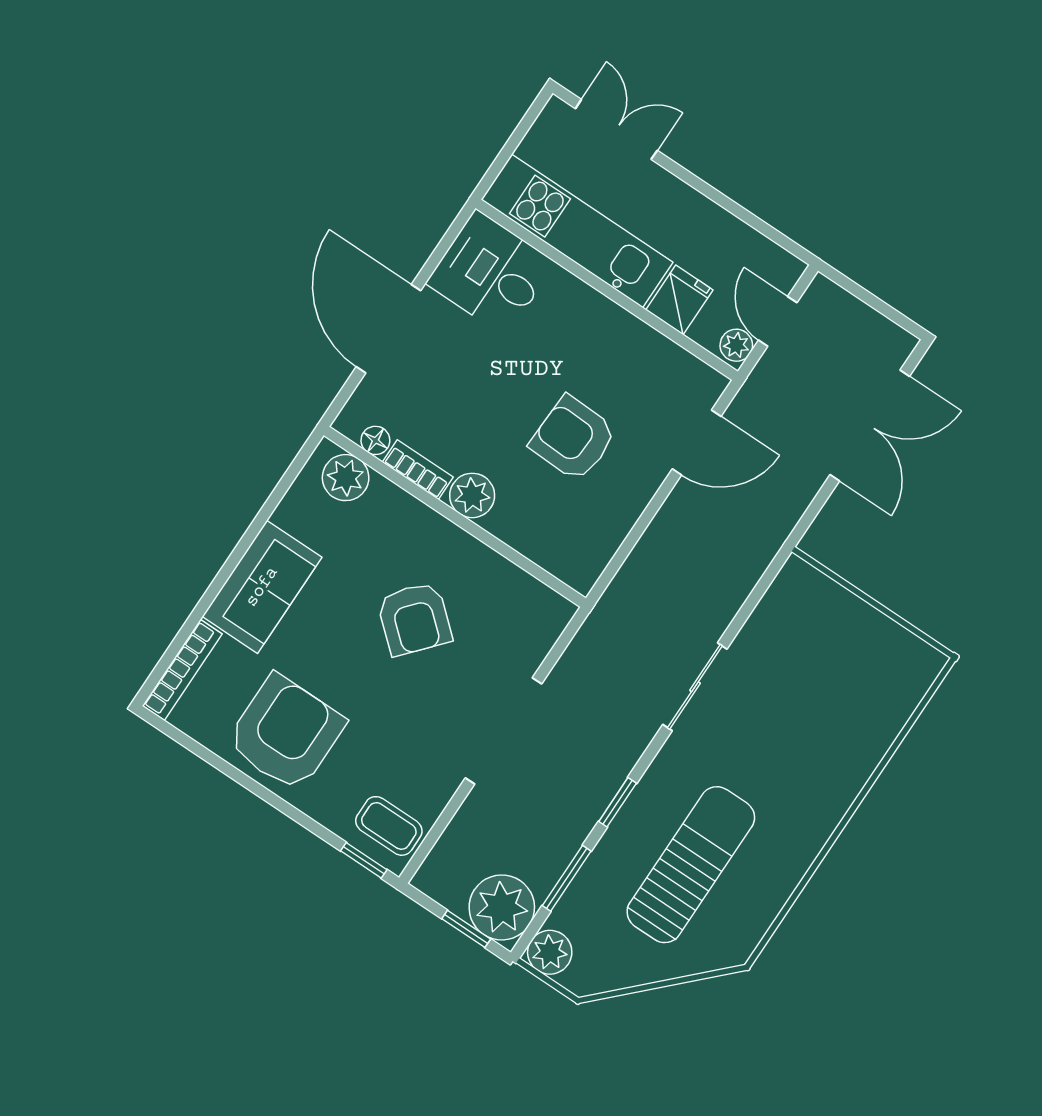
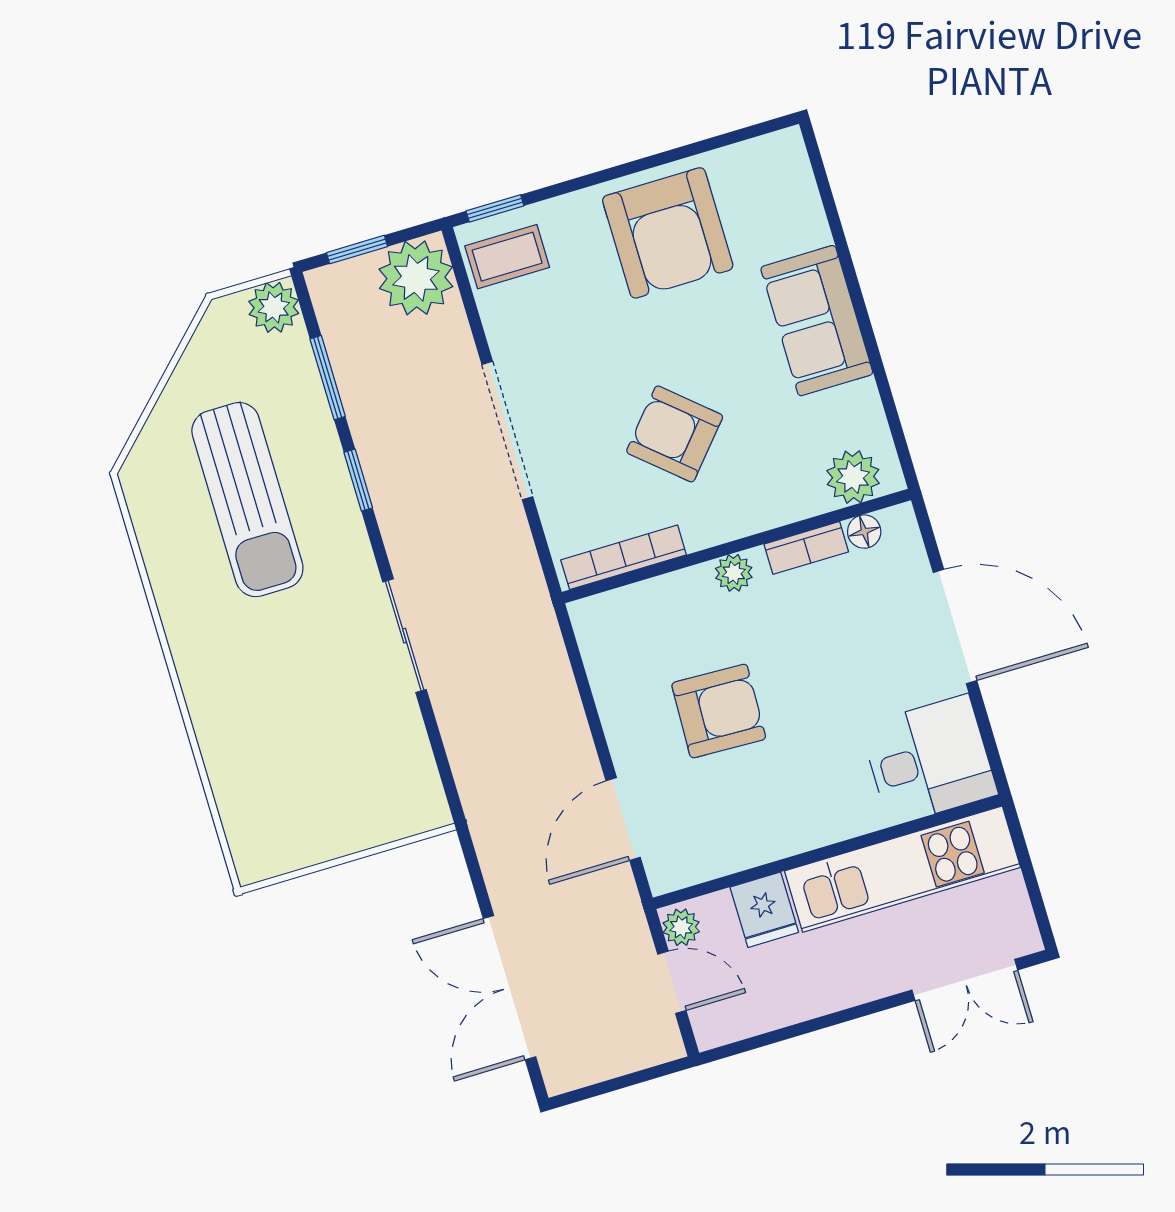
plant: (472, 495) -> (734, 573), width x0.73, depth x0.73
bookcase: (182, 670) -> (624, 557), moved, turned 90
plant: (502, 907) -> (416, 278), moved

